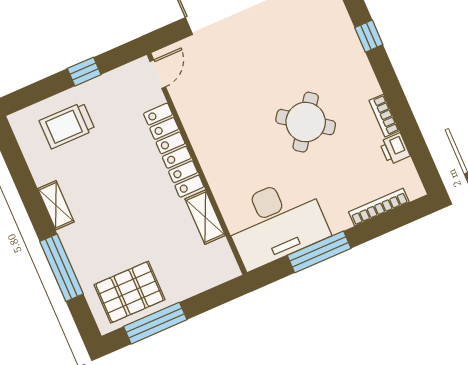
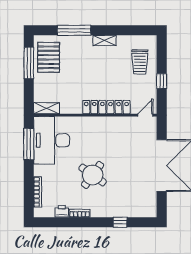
door: (158, 74) -> (145, 115), swing flipped
trolley: (67, 125) -> (140, 62), turned 180
shelving: (205, 217) -> (46, 108), moved
window: (319, 252) -> (29, 144), moved

